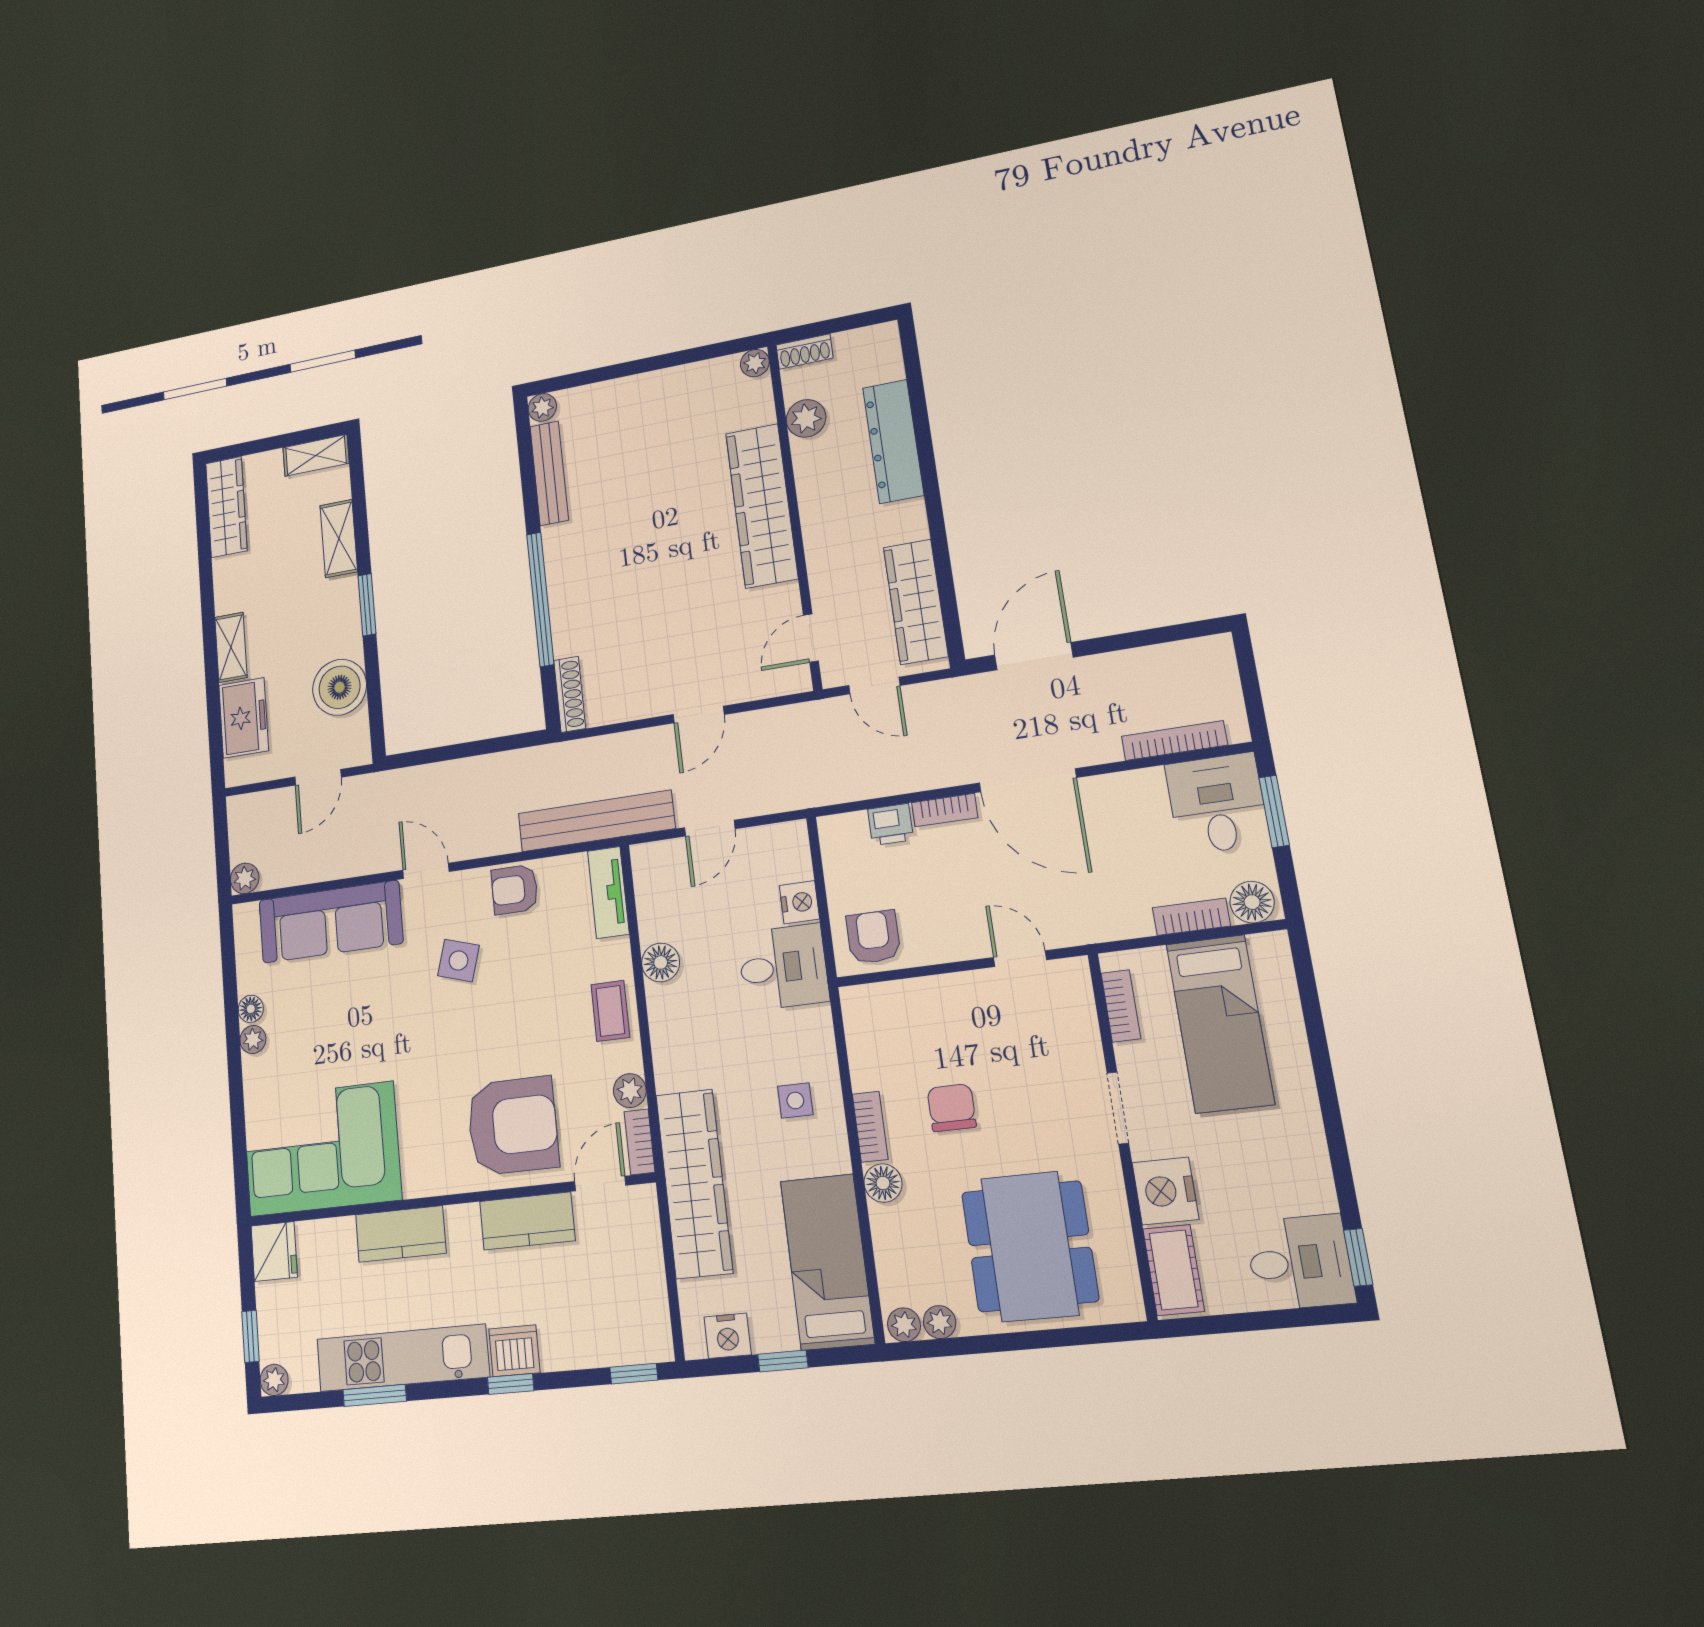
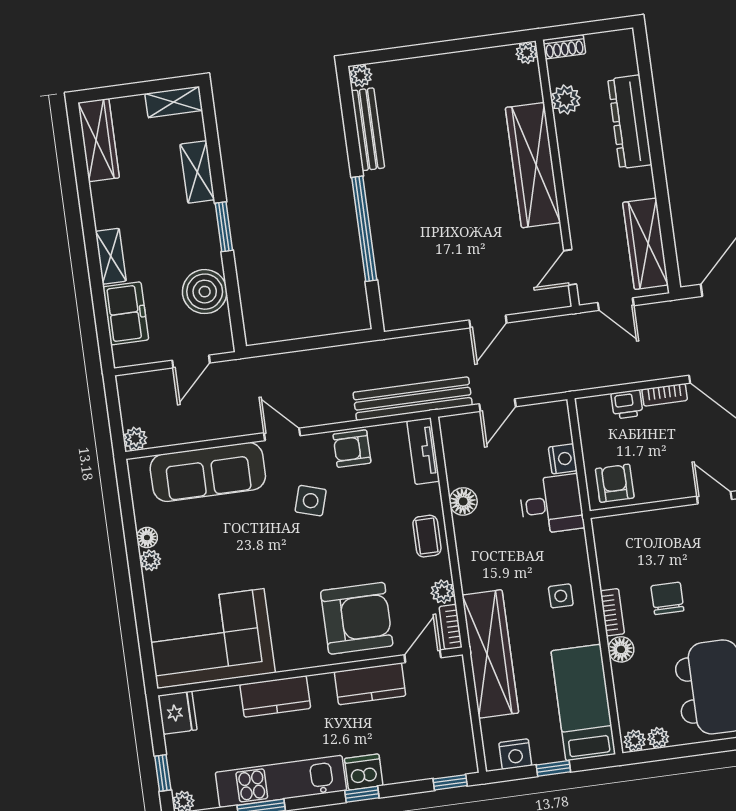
shoe rack: (570, 694) -> (390, 303), removed

